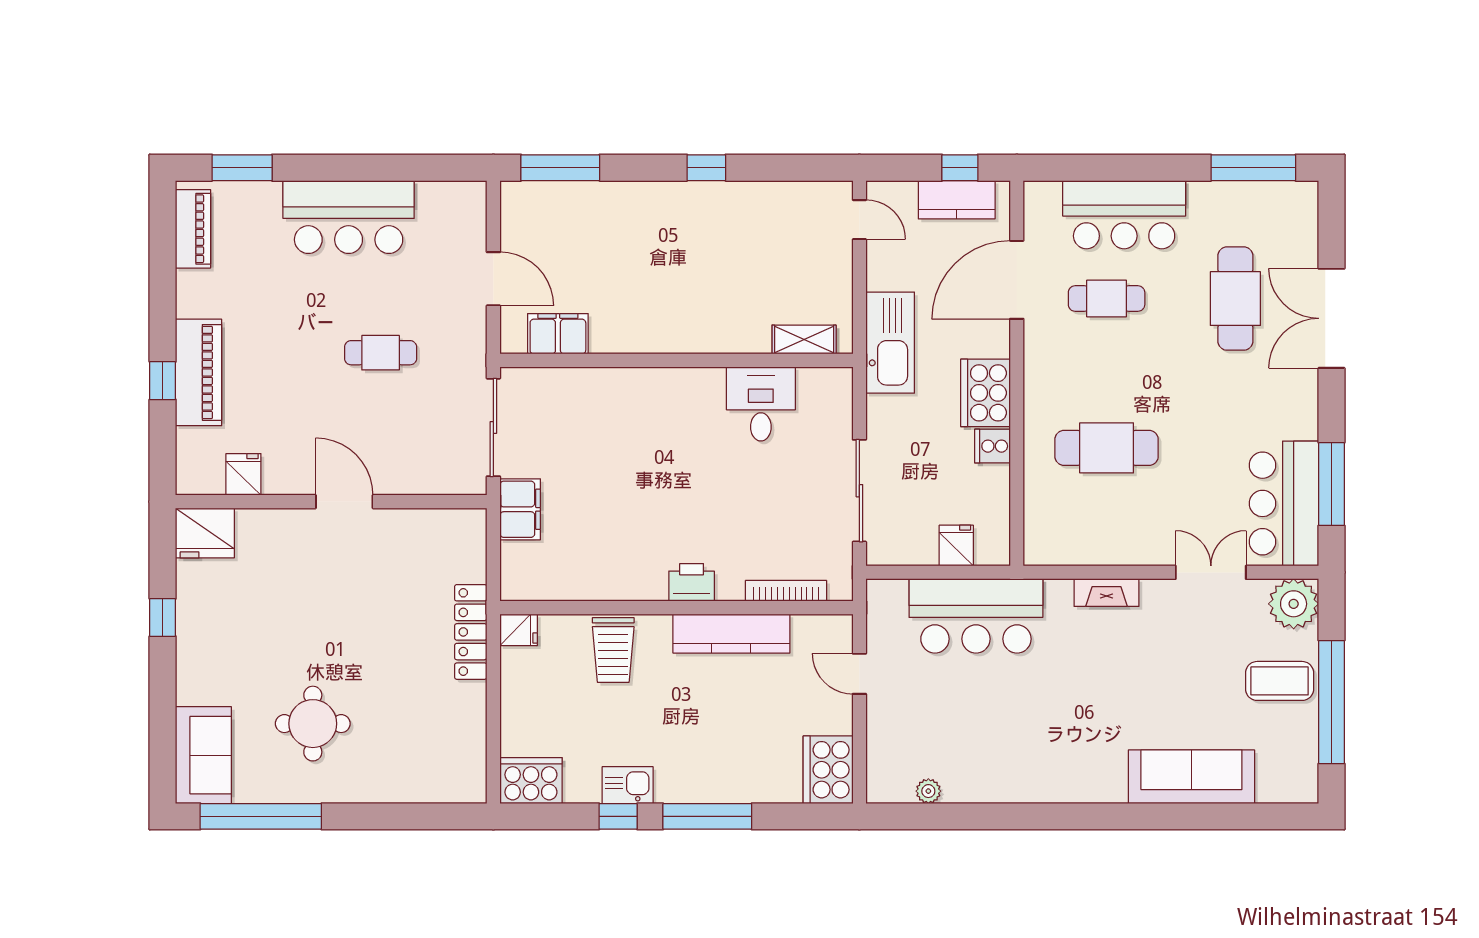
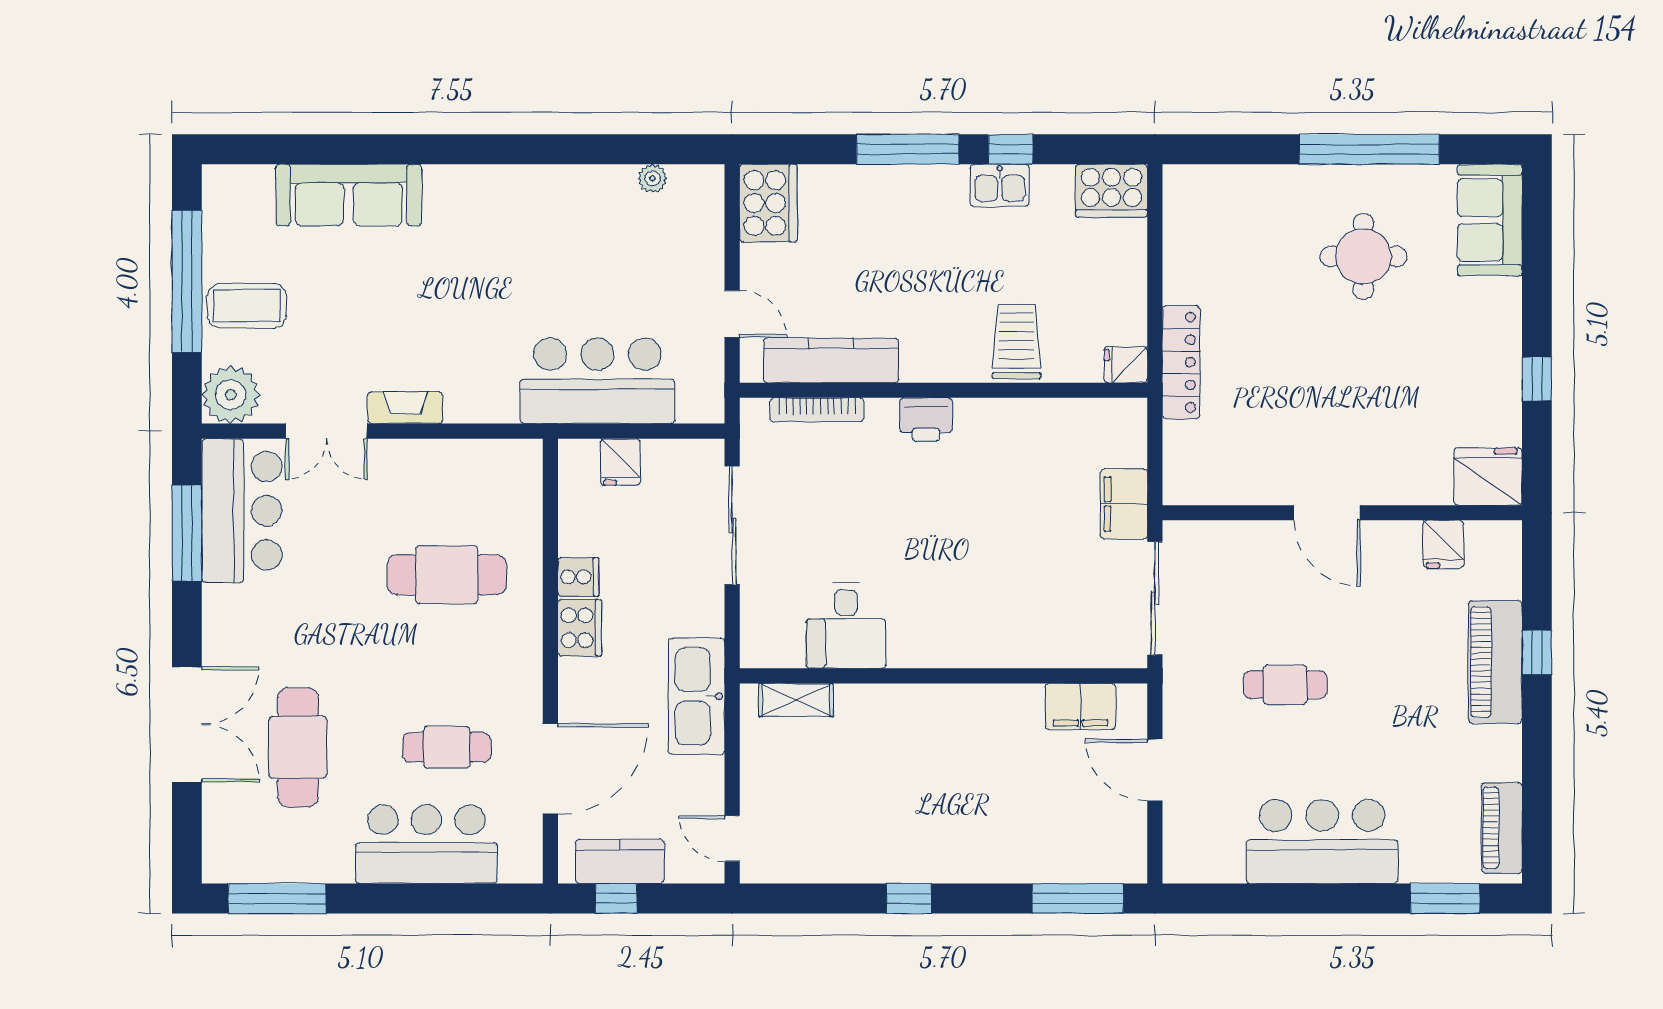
cooker: (986, 393) -> (580, 628), width x0.73, depth x0.76
fireplace: (1107, 593) -> (405, 408), moved
kitchen counter: (731, 634) -> (831, 360), moved
window: (261, 816) -> (1369, 149), moved

